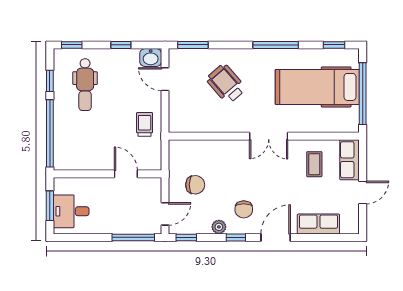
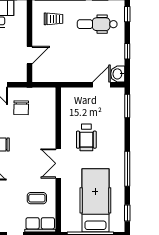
wheelchair: (226, 84) -> (86, 137), moved, turned 131
trolley: (145, 124) -> (54, 19), moved

